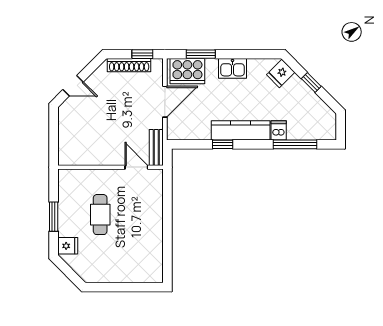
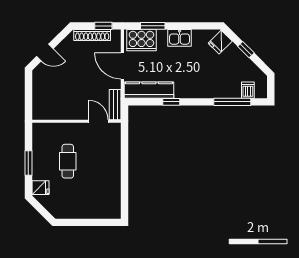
door: (165, 102) -> (122, 66), swing flipped
kitchen counter: (241, 130) -> (149, 90), moved
dishwasher: (279, 130) -> (248, 90), moved

